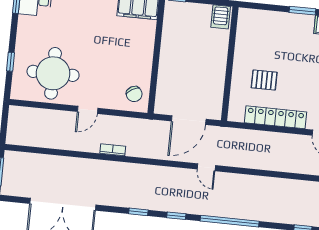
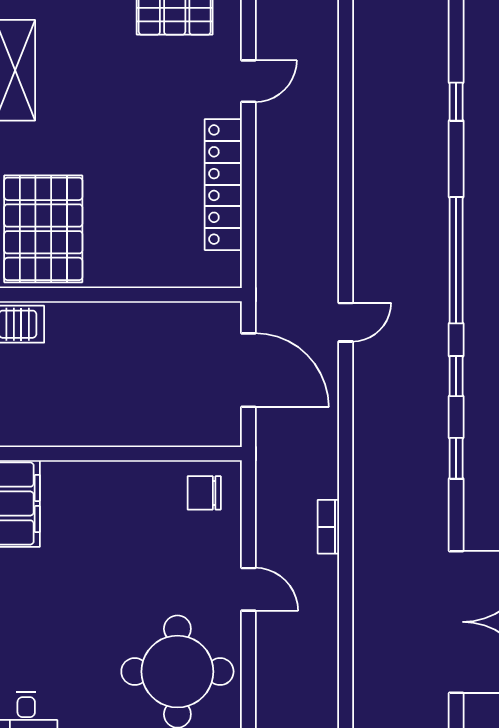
pallet: (264, 80) -> (43, 229), moved, width x2.05, depth x2.00
chair: (134, 94) -> (204, 493), turned -150

